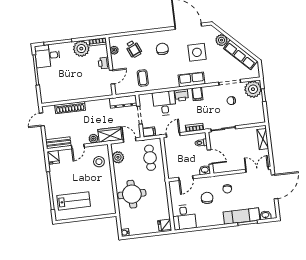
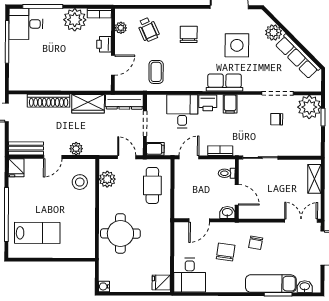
wardrobe: (110, 135) -> (88, 104), moved, turned 180

